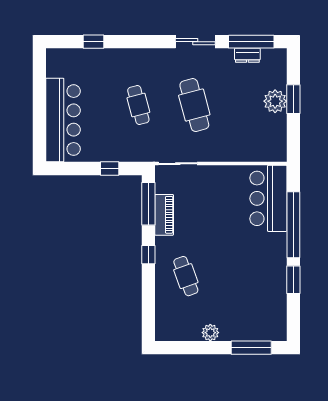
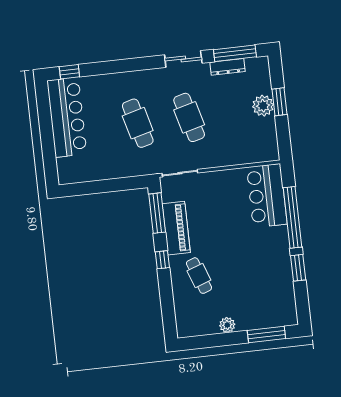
window: (93, 42) -> (69, 72), moved
dresser: (247, 55) -> (228, 67), width x1.44
cafe table: (138, 105) -> (138, 123), width x1.37, depth x1.35
bar counter: (63, 120) -> (67, 117), moved
window: (110, 168) -> (118, 185), removed
piano: (164, 215) -> (176, 228), width x1.37, depth x1.33

